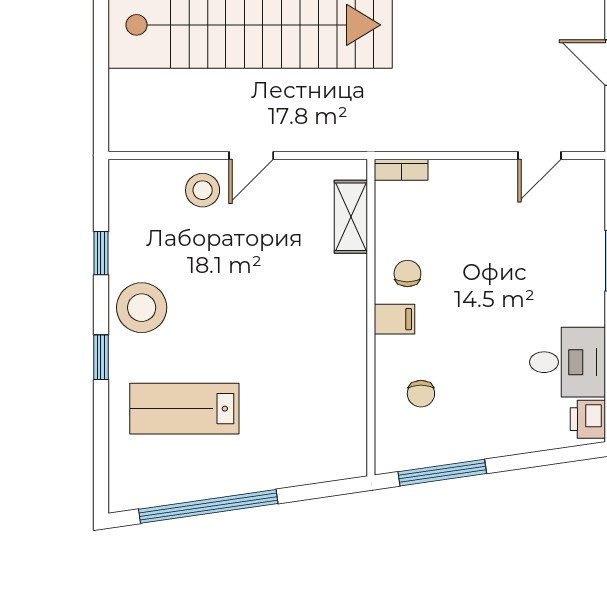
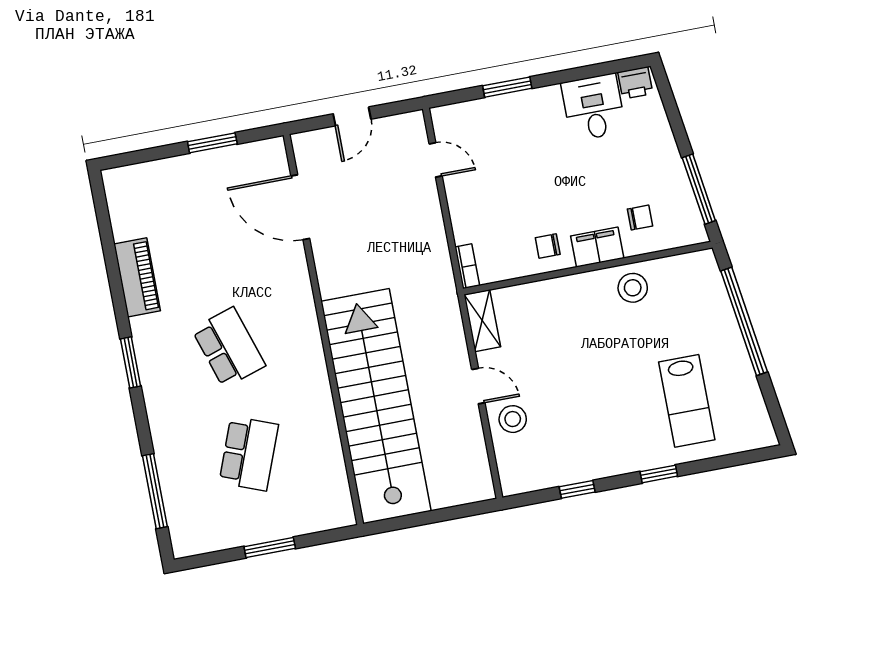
shelving: (351, 217) -> (482, 321), moved, turned 90
stool: (142, 308) -> (633, 288), moved, width x0.73, depth x0.73
filing cabinet: (395, 319) -> (597, 247), width x2.00
window: (208, 506) -> (744, 321), moved

